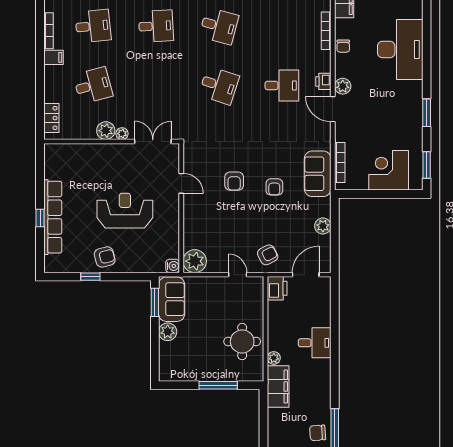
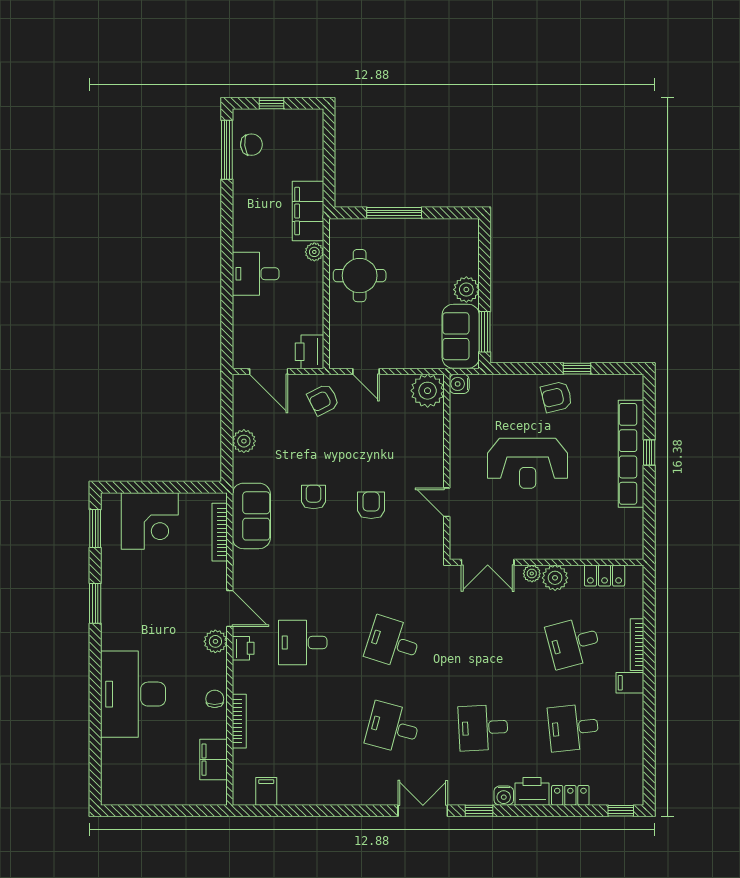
bookcase: (49, 31) -> (637, 645), moved
locker: (51, 118) -> (605, 576), moved, turned -90
door: (306, 275) -> (269, 371), hinge flipped

